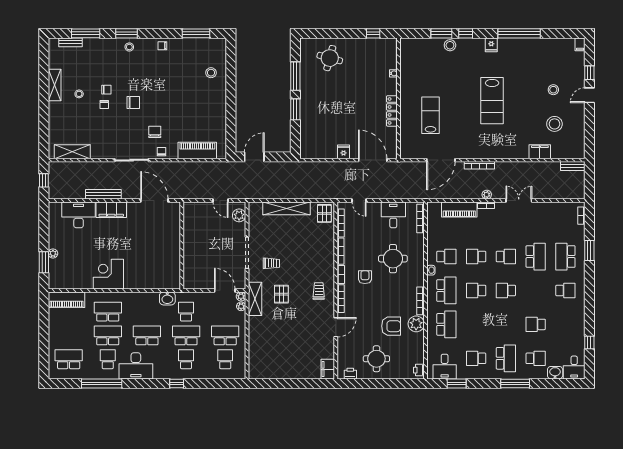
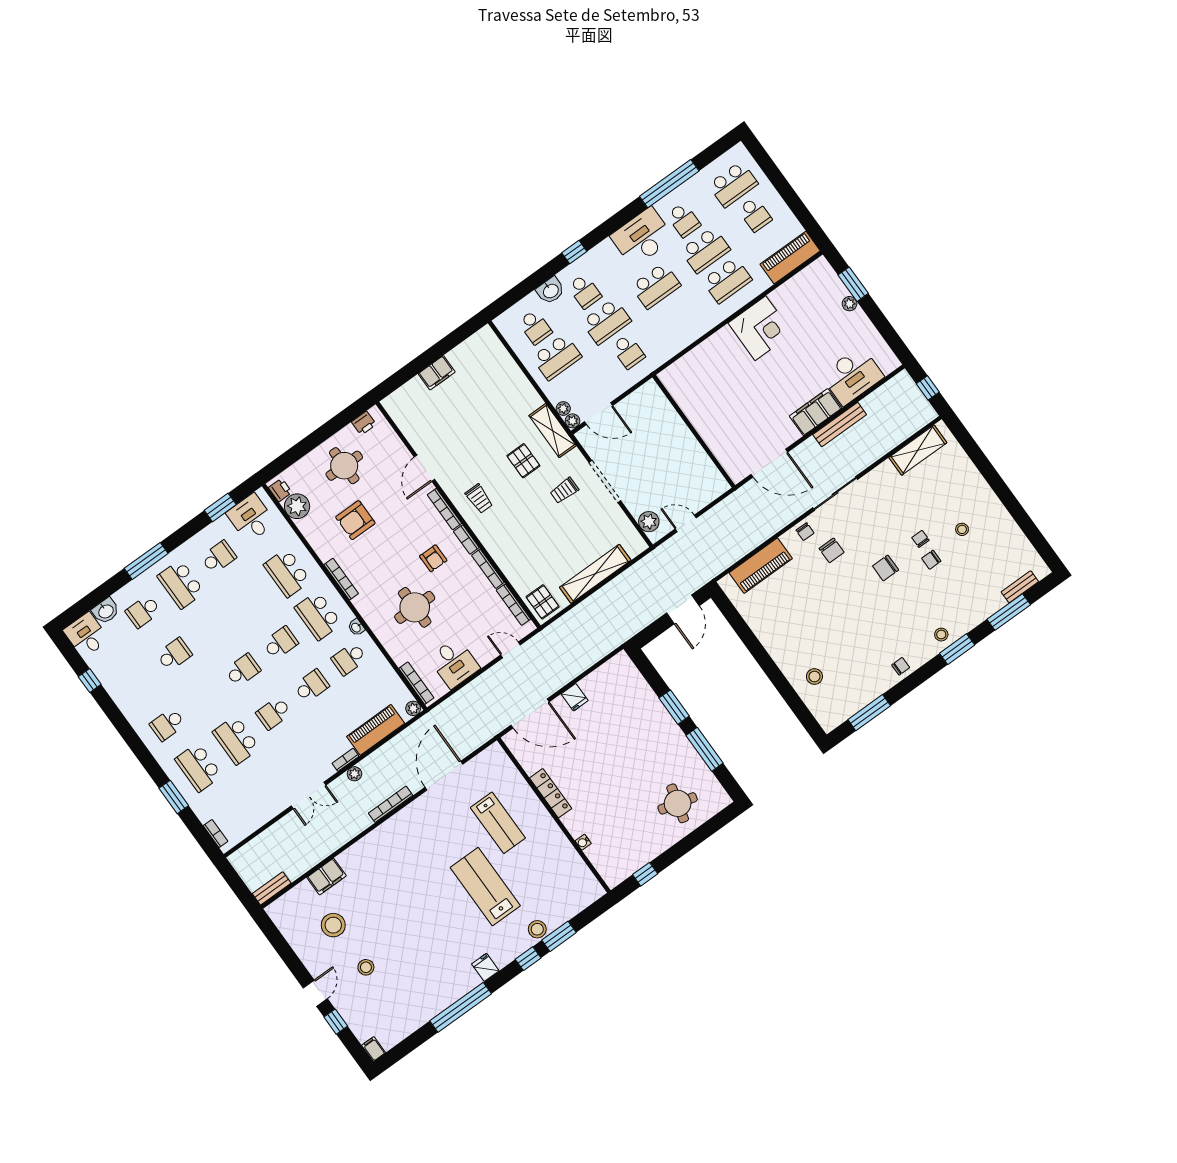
shelving: (55, 85) -> (1001, 518), removed
lab bench: (492, 101) -> (485, 887), moved
plant: (432, 207) -> (413, 708), added
school desk: (565, 257) -> (198, 767), turned 180
washbasin: (167, 298) -> (551, 291), moved, turned 180
plant: (416, 324) -> (297, 506), moved
school desk: (69, 335) -> (755, 214), added
filing cabinet: (328, 369) -> (437, 373), moved, turned 90

